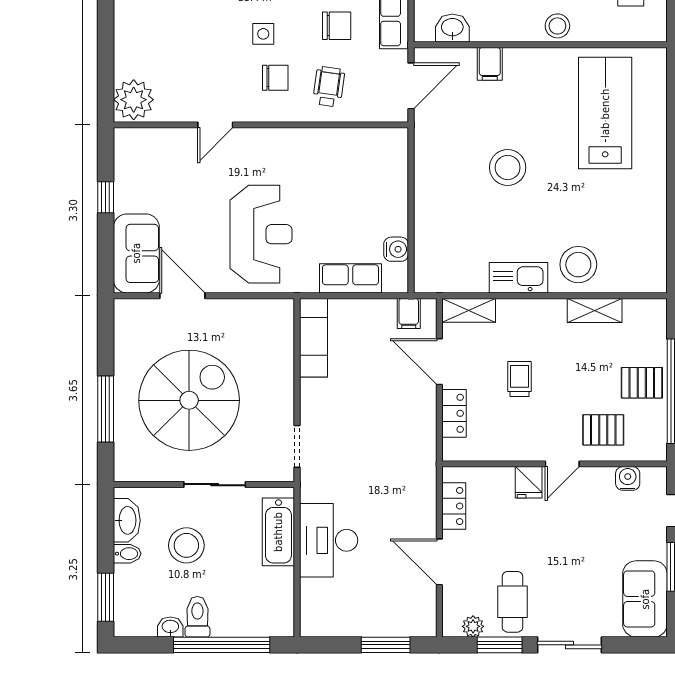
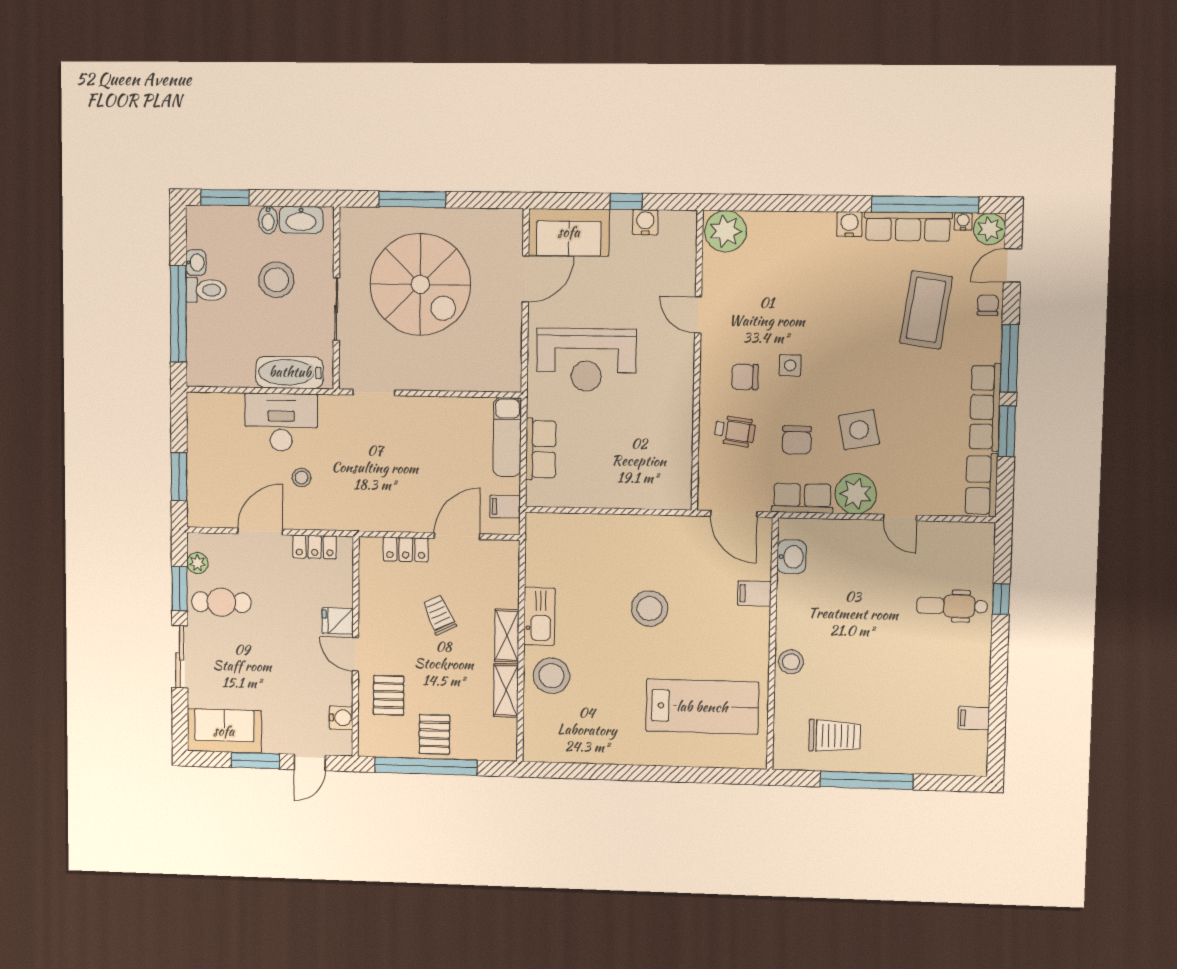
chair: (275, 78) -> (745, 377), turned 90
water cooler: (396, 249) -> (645, 222), moved, turned 180
shelving: (469, 310) -> (507, 635), moved
exam couch: (313, 338) -> (507, 437), moved, turned 90
trolley: (520, 379) -> (439, 615), turned -115
stool: (384, 519) -> (302, 477), added

